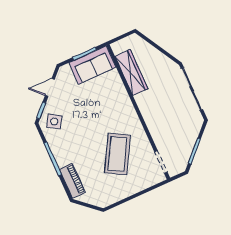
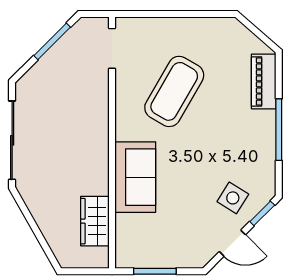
sofa: (92, 65) -> (135, 177), moved, turned 90
wardrobe: (131, 72) -> (95, 221), width x0.67
side table: (54, 122) -> (233, 198), moved

